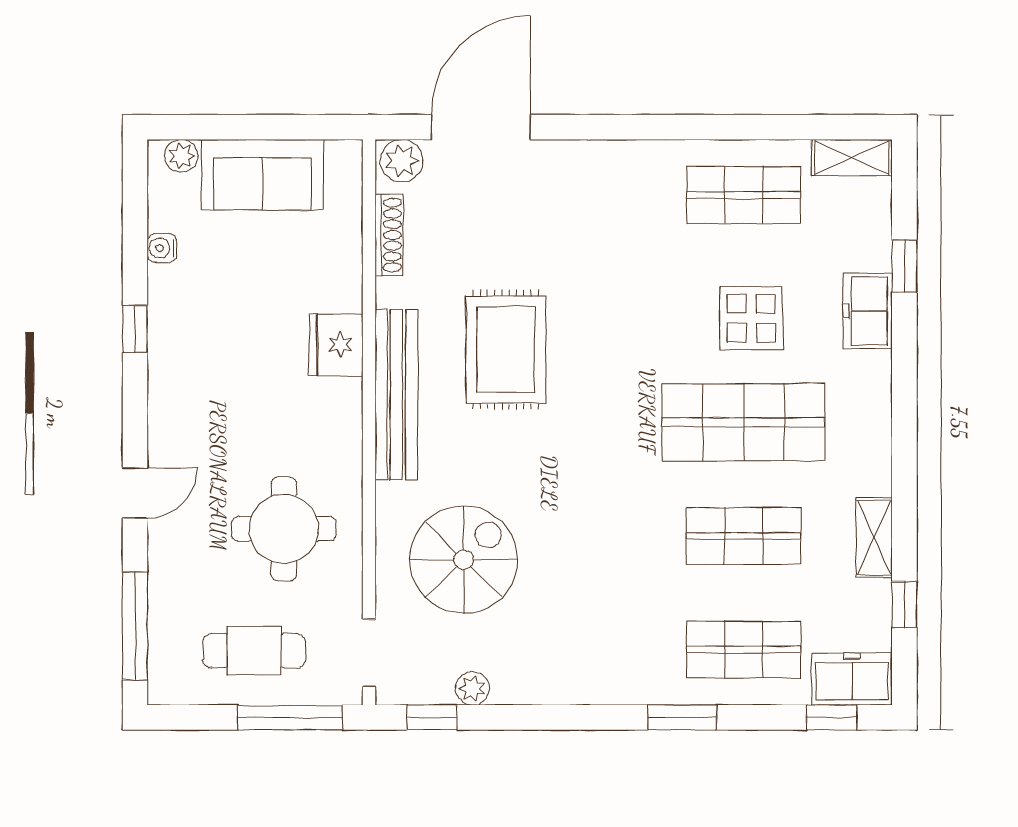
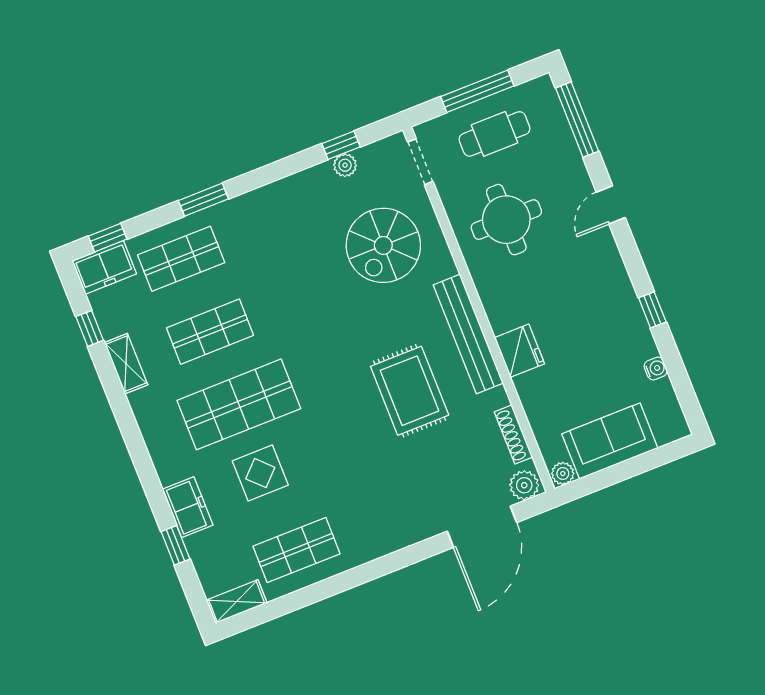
plant: (181, 156) -> (563, 473), moved
window: (290, 717) -> (477, 91), moved
window: (432, 717) -> (341, 145), moved

